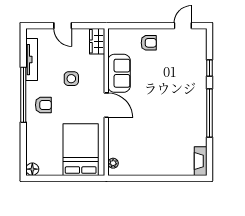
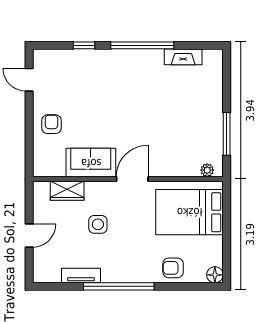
wardrobe: (97, 41) -> (67, 191), moved
tv unit: (32, 60) -> (81, 276), width x0.71
armchair: (43, 105) -> (173, 268), moved, turned -90
fireplace: (201, 161) -> (183, 57), moved
window: (141, 178) -> (227, 134), added

